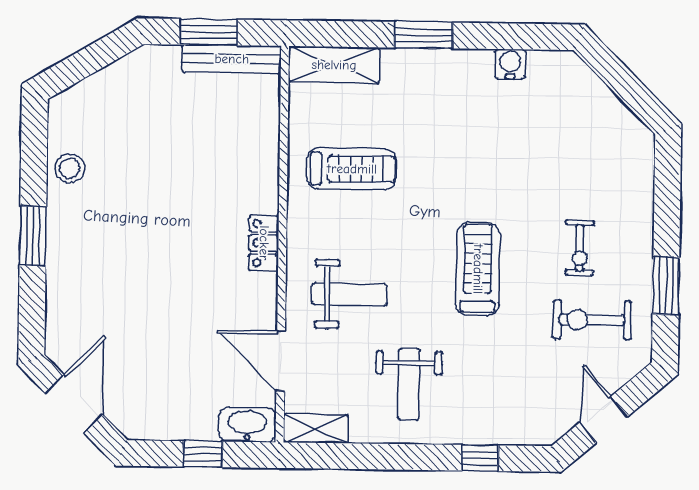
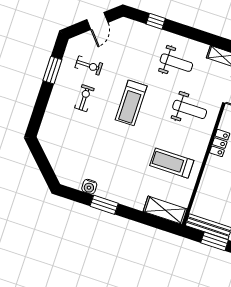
window: (423, 35) -> (104, 205), moved
weight bench: (350, 294) -> (190, 109), turned 180
exercise bike: (592, 320) -> (89, 65), width x0.73, depth x0.72
weight bench: (409, 384) -> (176, 63), turned 90

